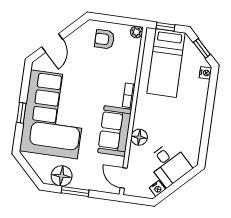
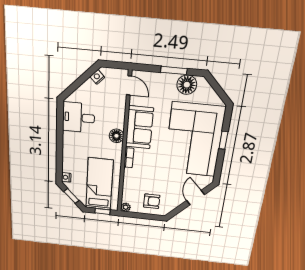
floor lamp: (139, 137) -> (116, 136), moved
desk: (169, 164) -> (78, 117), moved, turned -45

